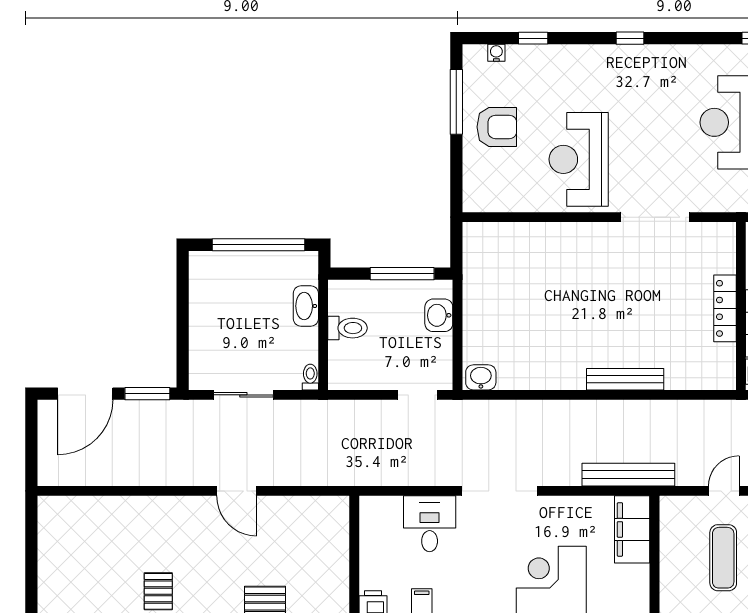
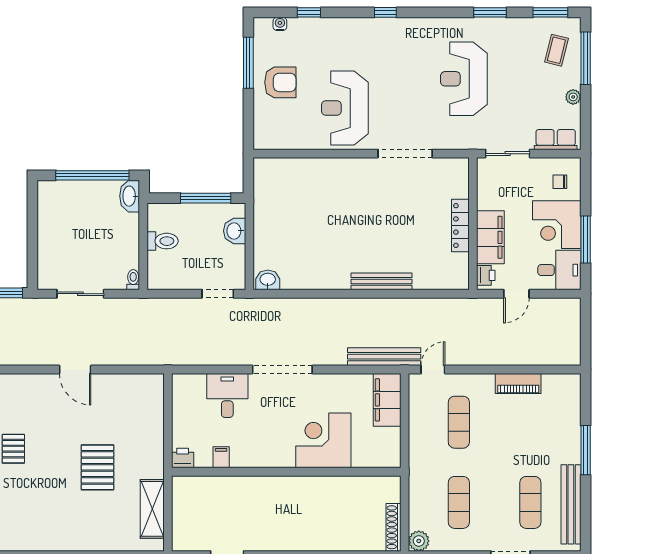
washbasin: (306, 306) -> (130, 196), moved
door: (724, 491) -> (433, 369), moved

